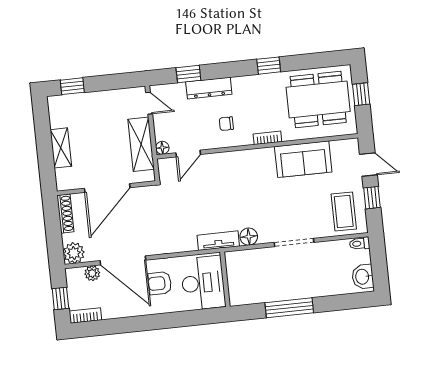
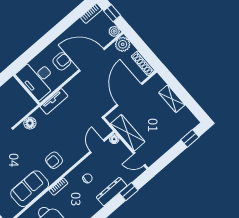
armchair: (251, 173) -> (54, 160), added
tv unit: (218, 241) -> (54, 101), moved
plant: (92, 273) -> (114, 31), moved

